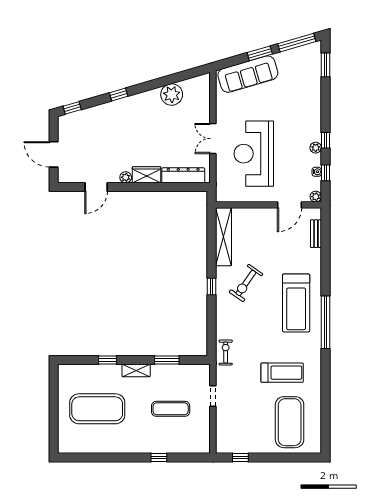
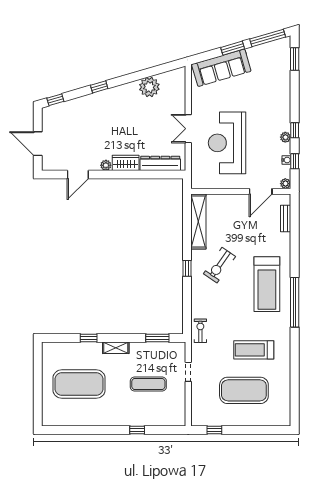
window: (167, 360) -> (157, 338), moved
treadmill: (282, 373) -> (254, 350), turned 180
exercise mat: (290, 422) -> (244, 390), moved, turned 90

